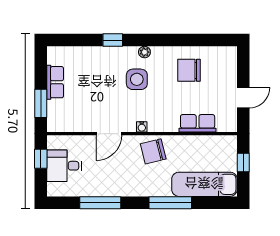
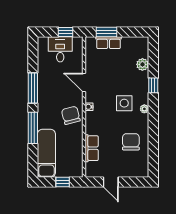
plant: (85, 55) -> (142, 64), added
row of seats: (55, 82) -> (109, 43), moved
window: (100, 203) -> (33, 88), moved

